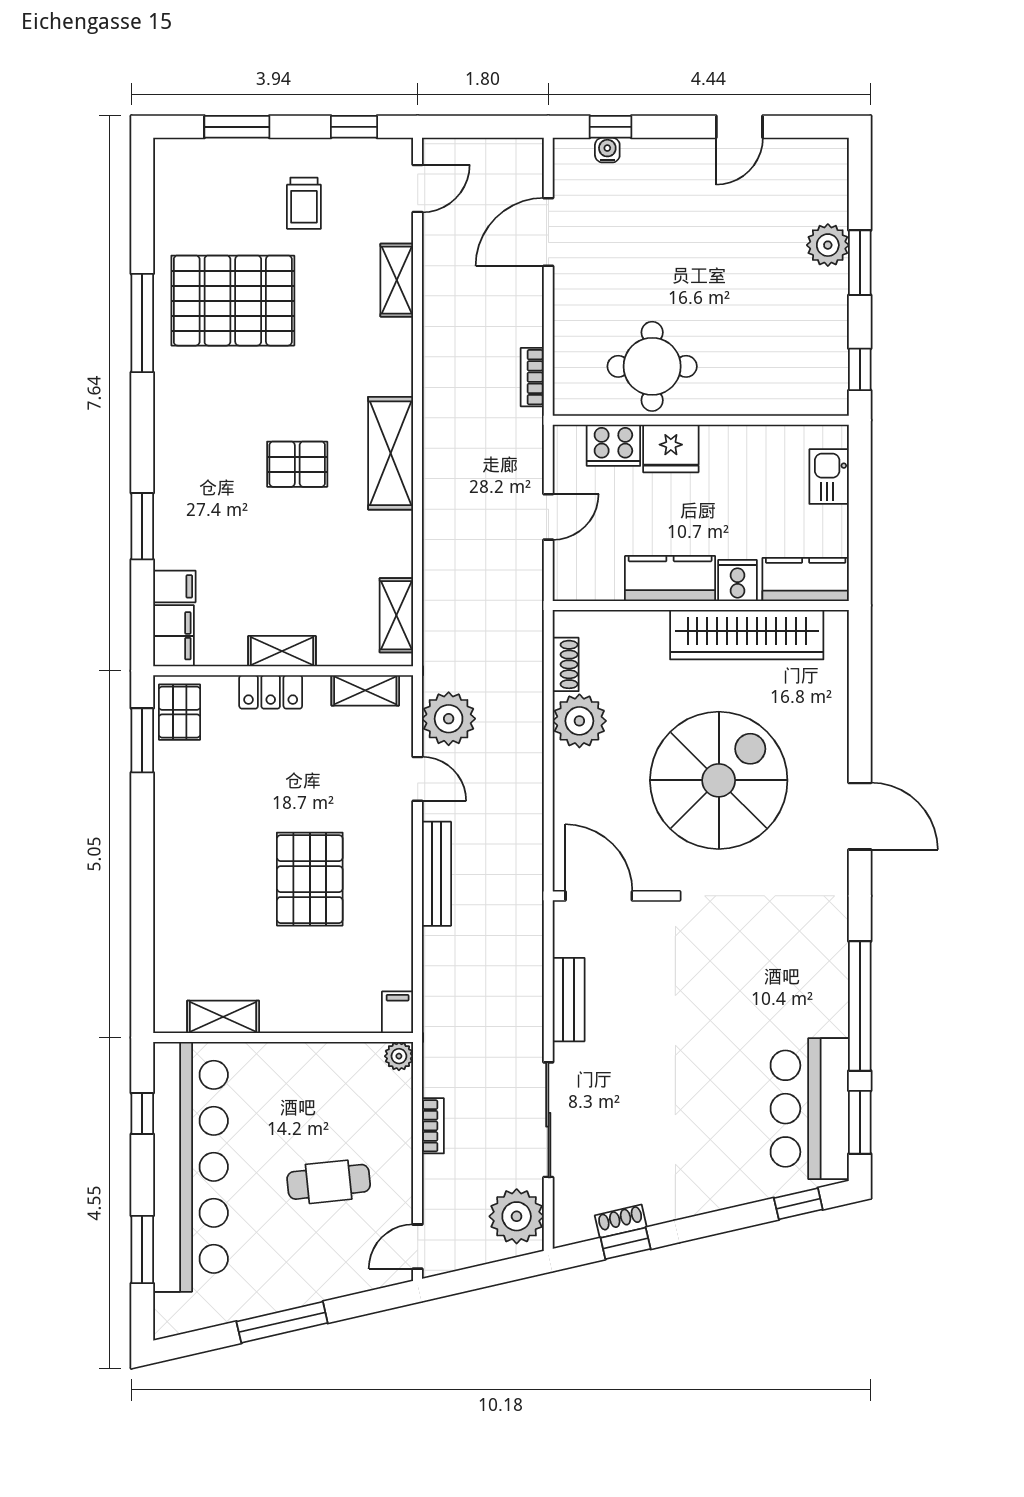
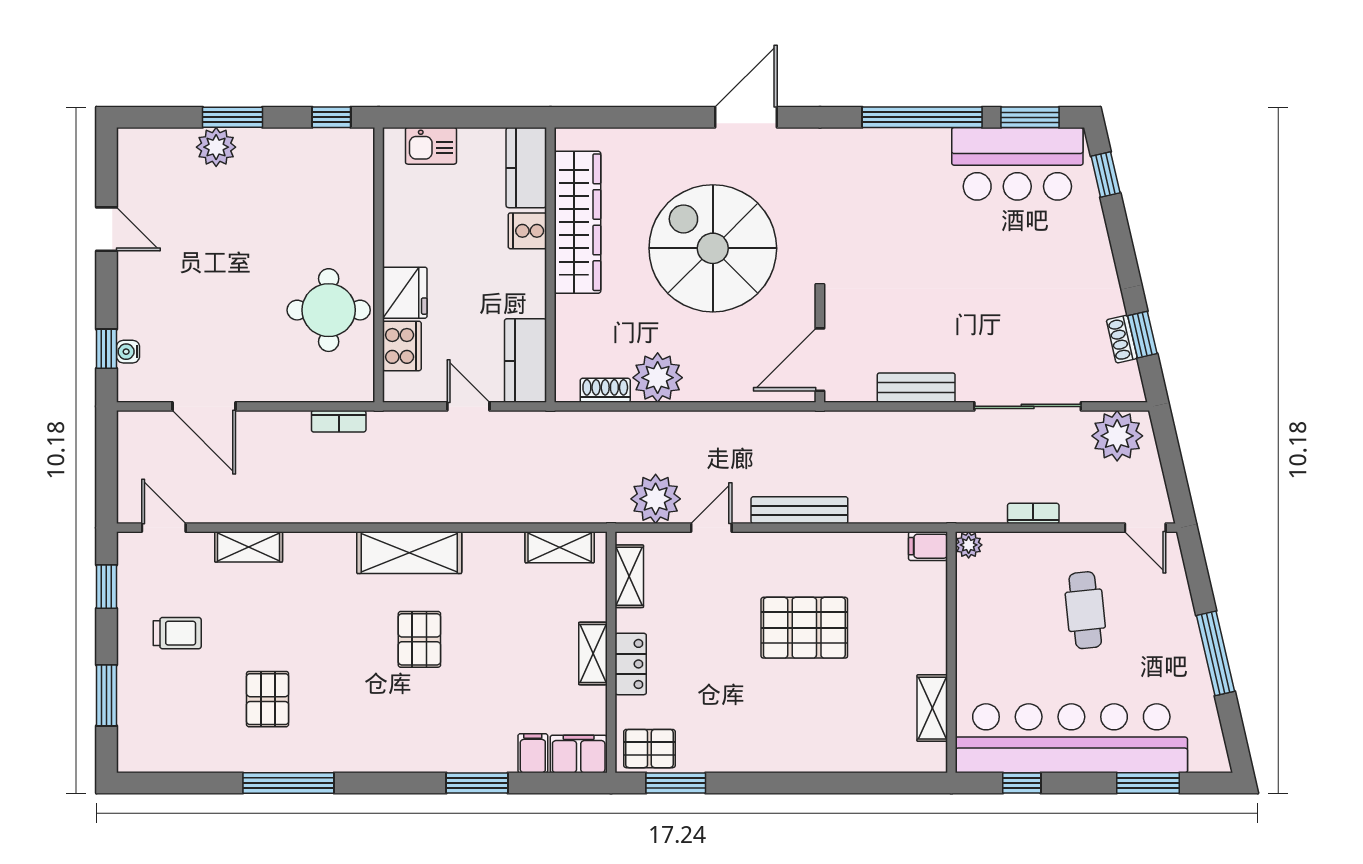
pallet: (233, 301) -> (268, 699), width x0.49, depth x0.50
kitchen counter: (670, 579) -> (525, 361), moved

